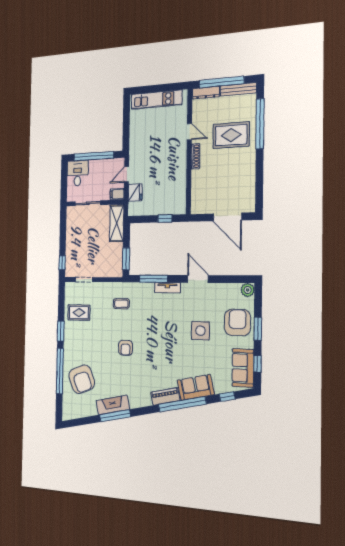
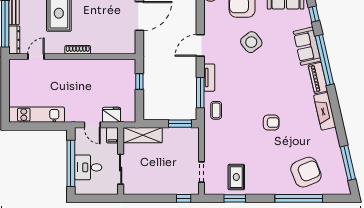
kitchen unit: (157, 100) -> (37, 115), moved, turned -90
door: (189, 132) -> (36, 57), moved
desk: (78, 173) -> (88, 167), moved
coffee table: (121, 304) -> (216, 110), moved
window: (61, 331) -> (235, 198), moved
side table: (200, 331) -> (251, 42), turned -38
fireplace: (113, 405) -> (325, 111), moved
window: (115, 416) -> (348, 163), moved

